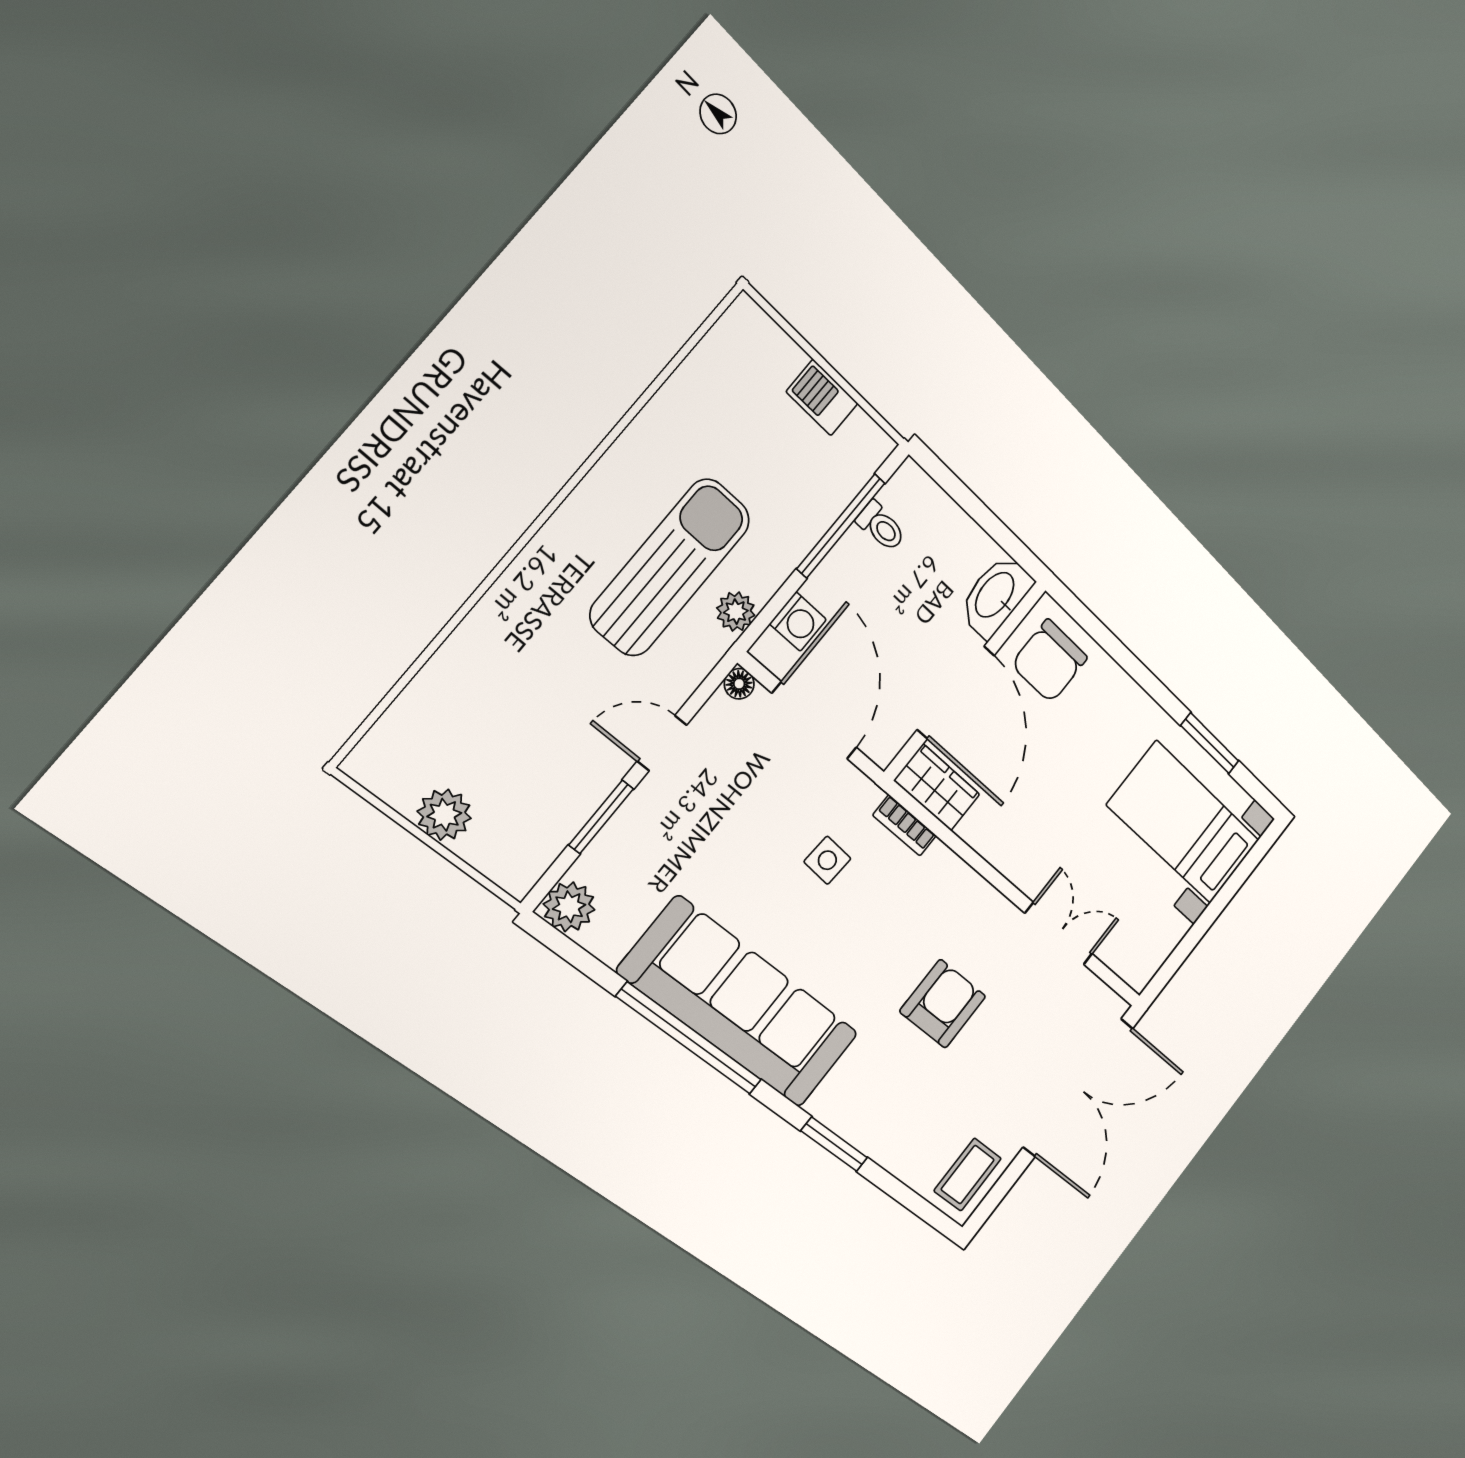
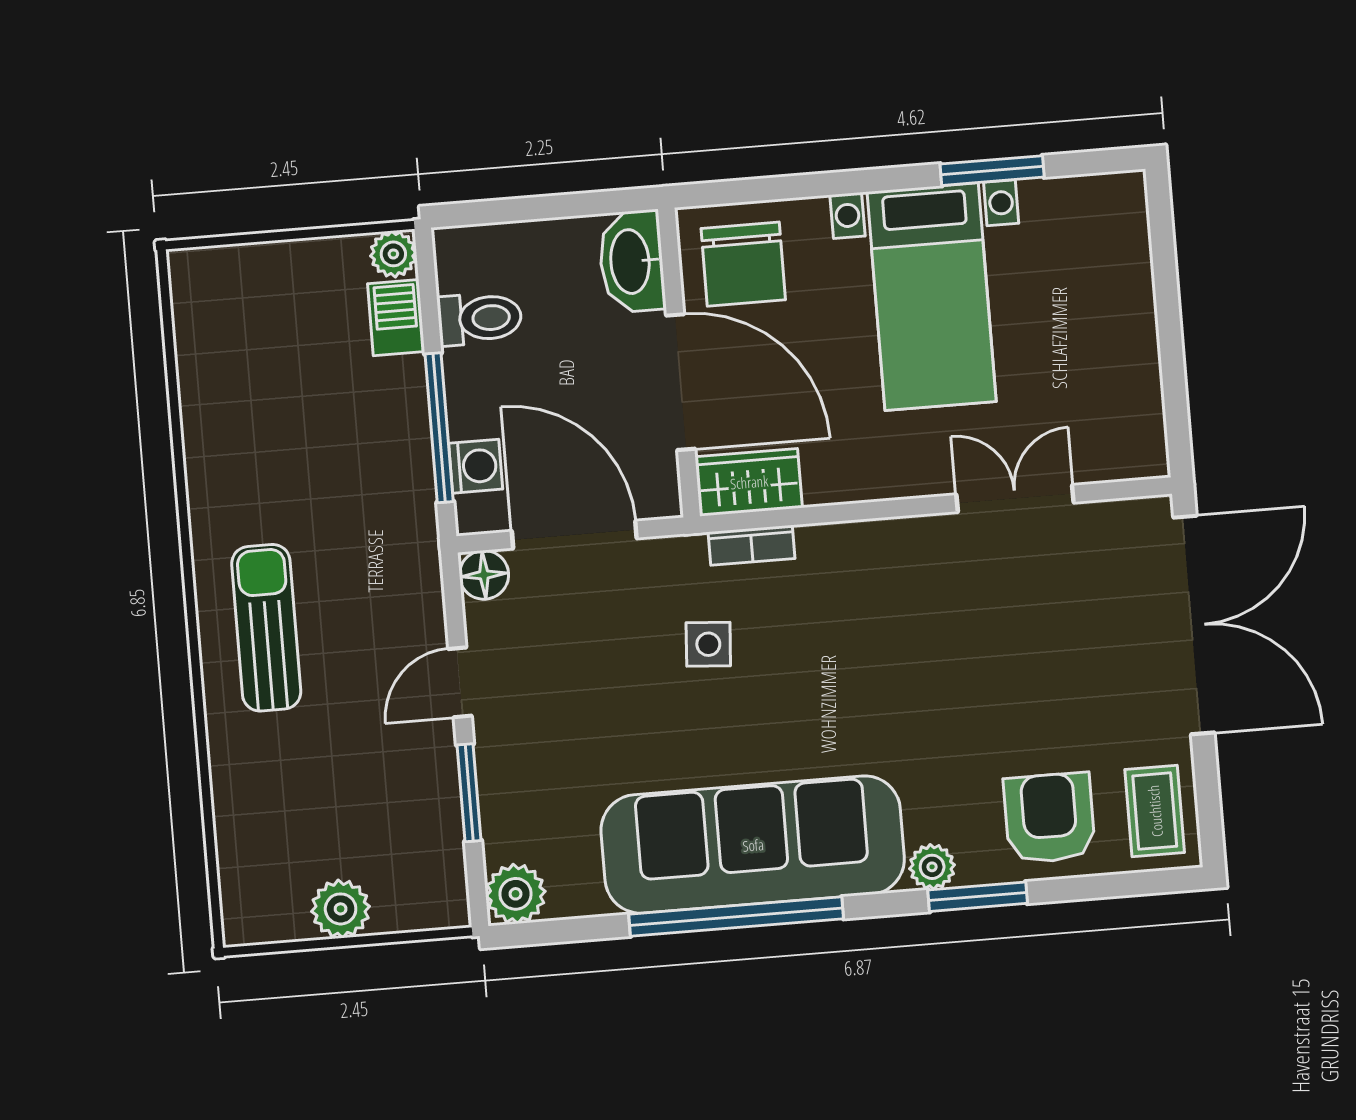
barbecue: (822, 398) -> (396, 318), moved, turned 90
window: (841, 526) -> (439, 428), moved
toilet: (881, 526) -> (480, 319), width x1.37, depth x1.39
sun lounger: (670, 567) -> (266, 628), moved, width x0.73, depth x0.75
plant: (736, 612) -> (393, 254), moved
floor lamp: (739, 684) -> (484, 575), width x1.37, depth x1.37
bed with nightstands: (1184, 823) -> (932, 297), moved, turned -90
armchair: (943, 1004) -> (1049, 818), moved
plant: (826, 1105) -> (932, 867), added

